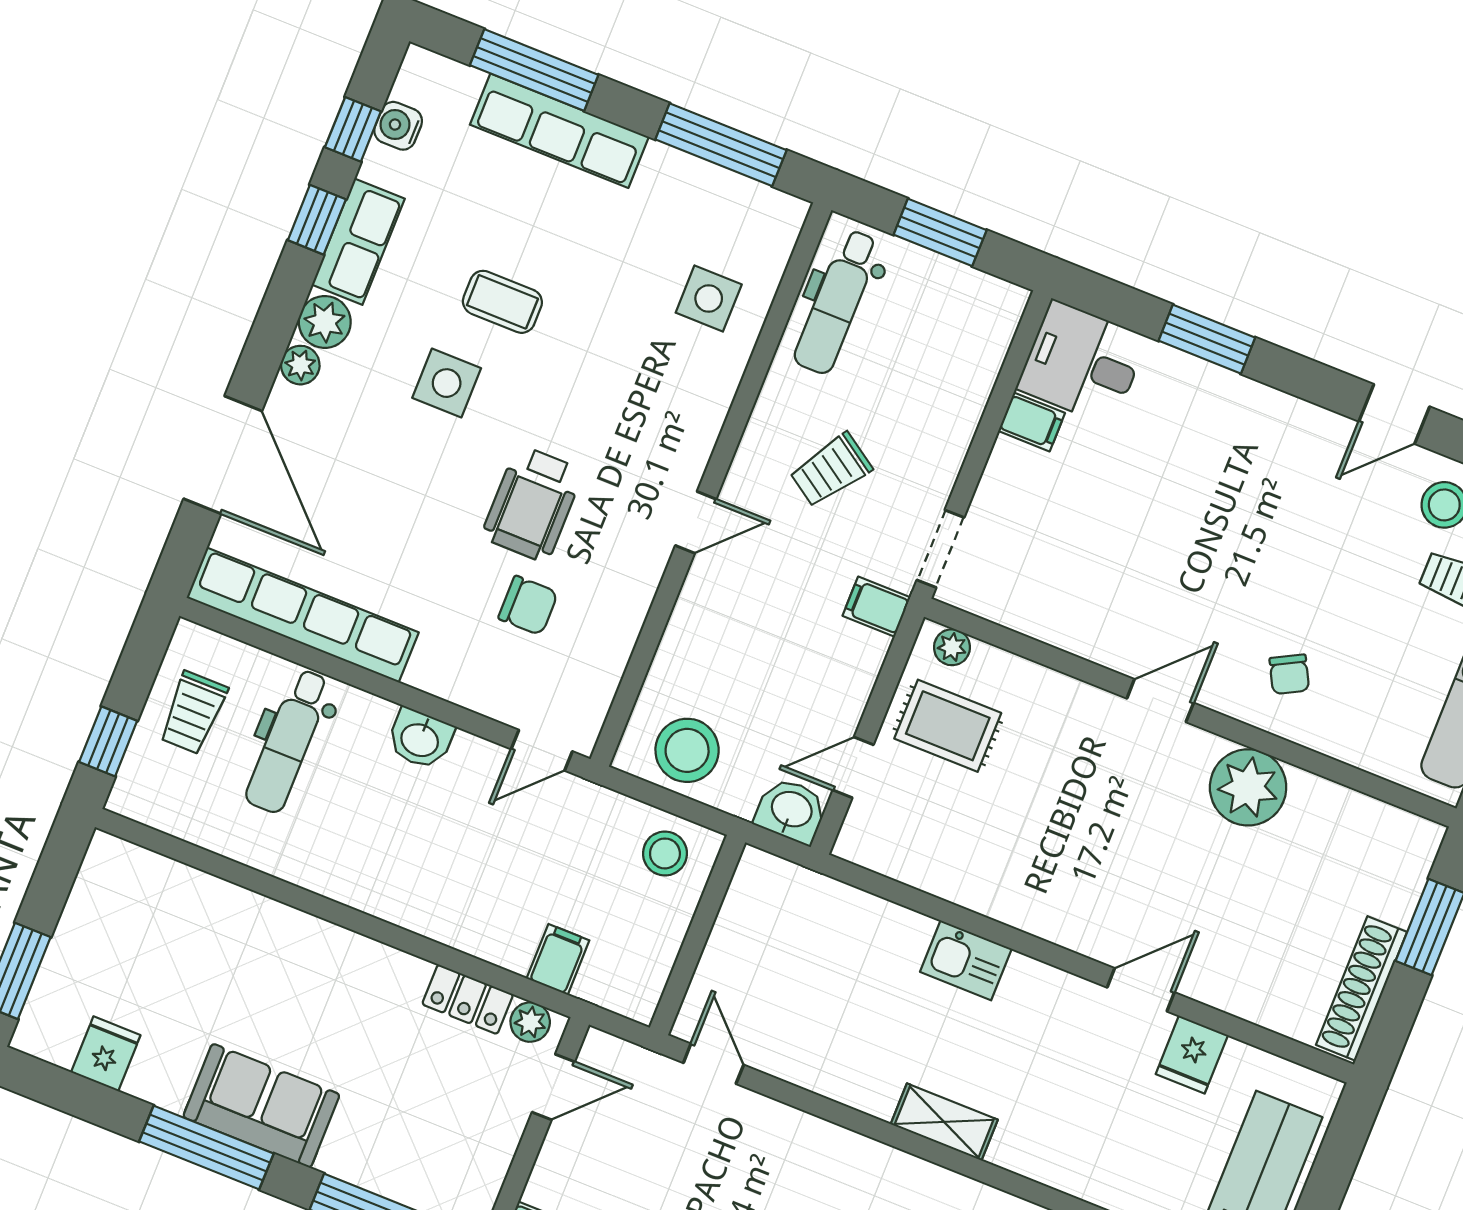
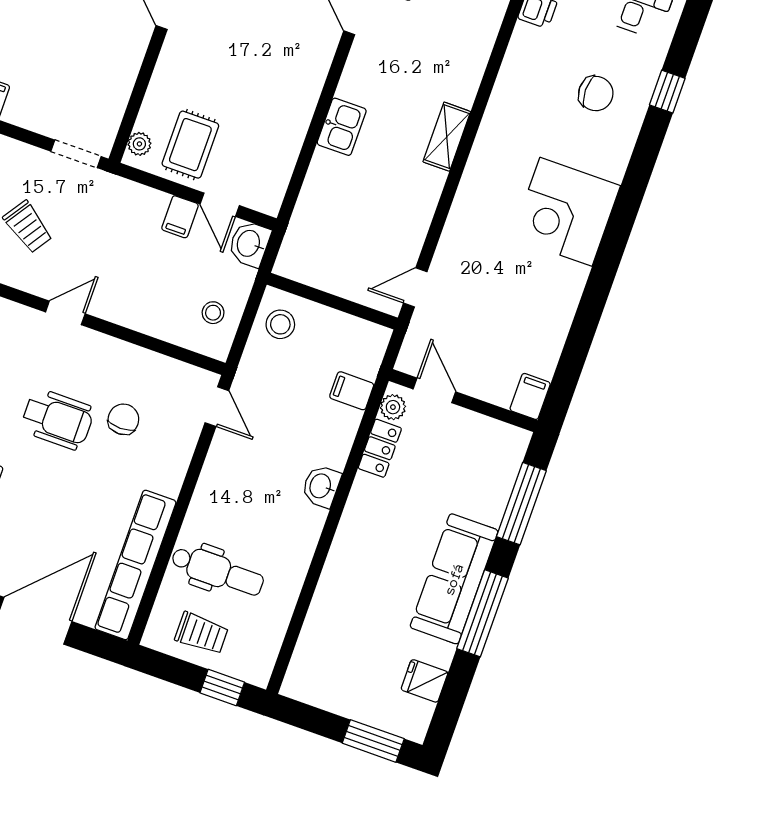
door: (696, 522) -> (65, 313), hinge flipped
filing cabinet: (877, 607) -> (180, 217), moved
washbasin: (420, 739) -> (321, 486), moved, turned 180
stool: (687, 750) -> (213, 313), width x0.53, depth x0.53
sofa: (261, 1106) -> (454, 579), width x1.36

